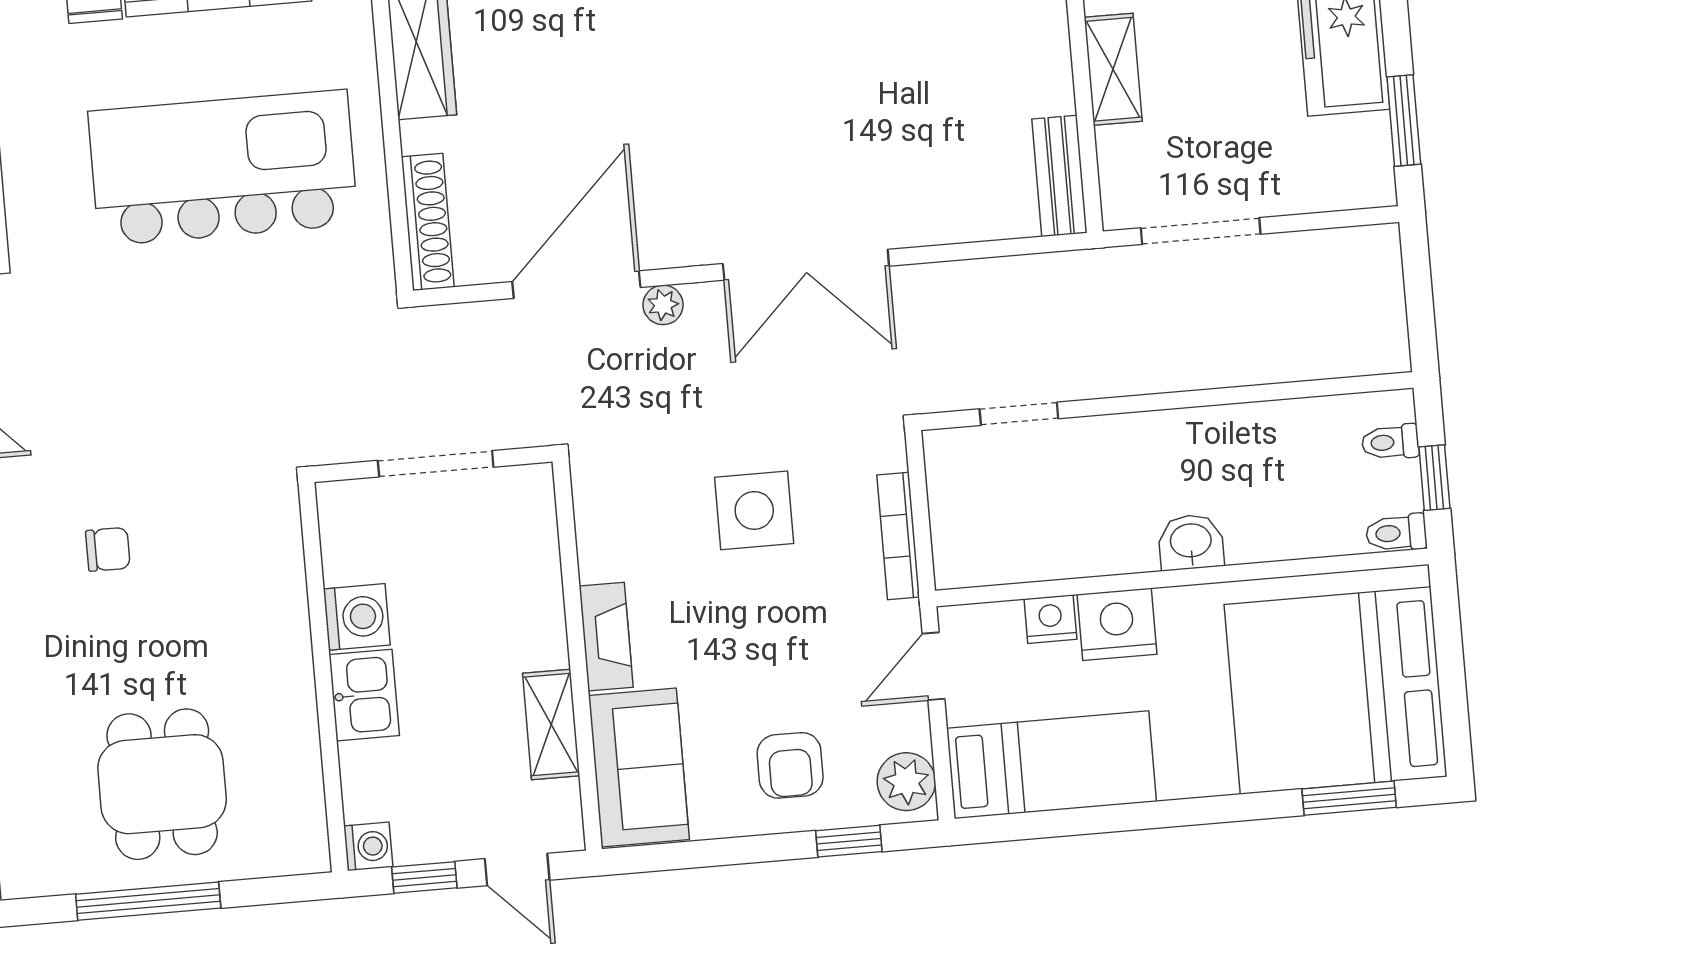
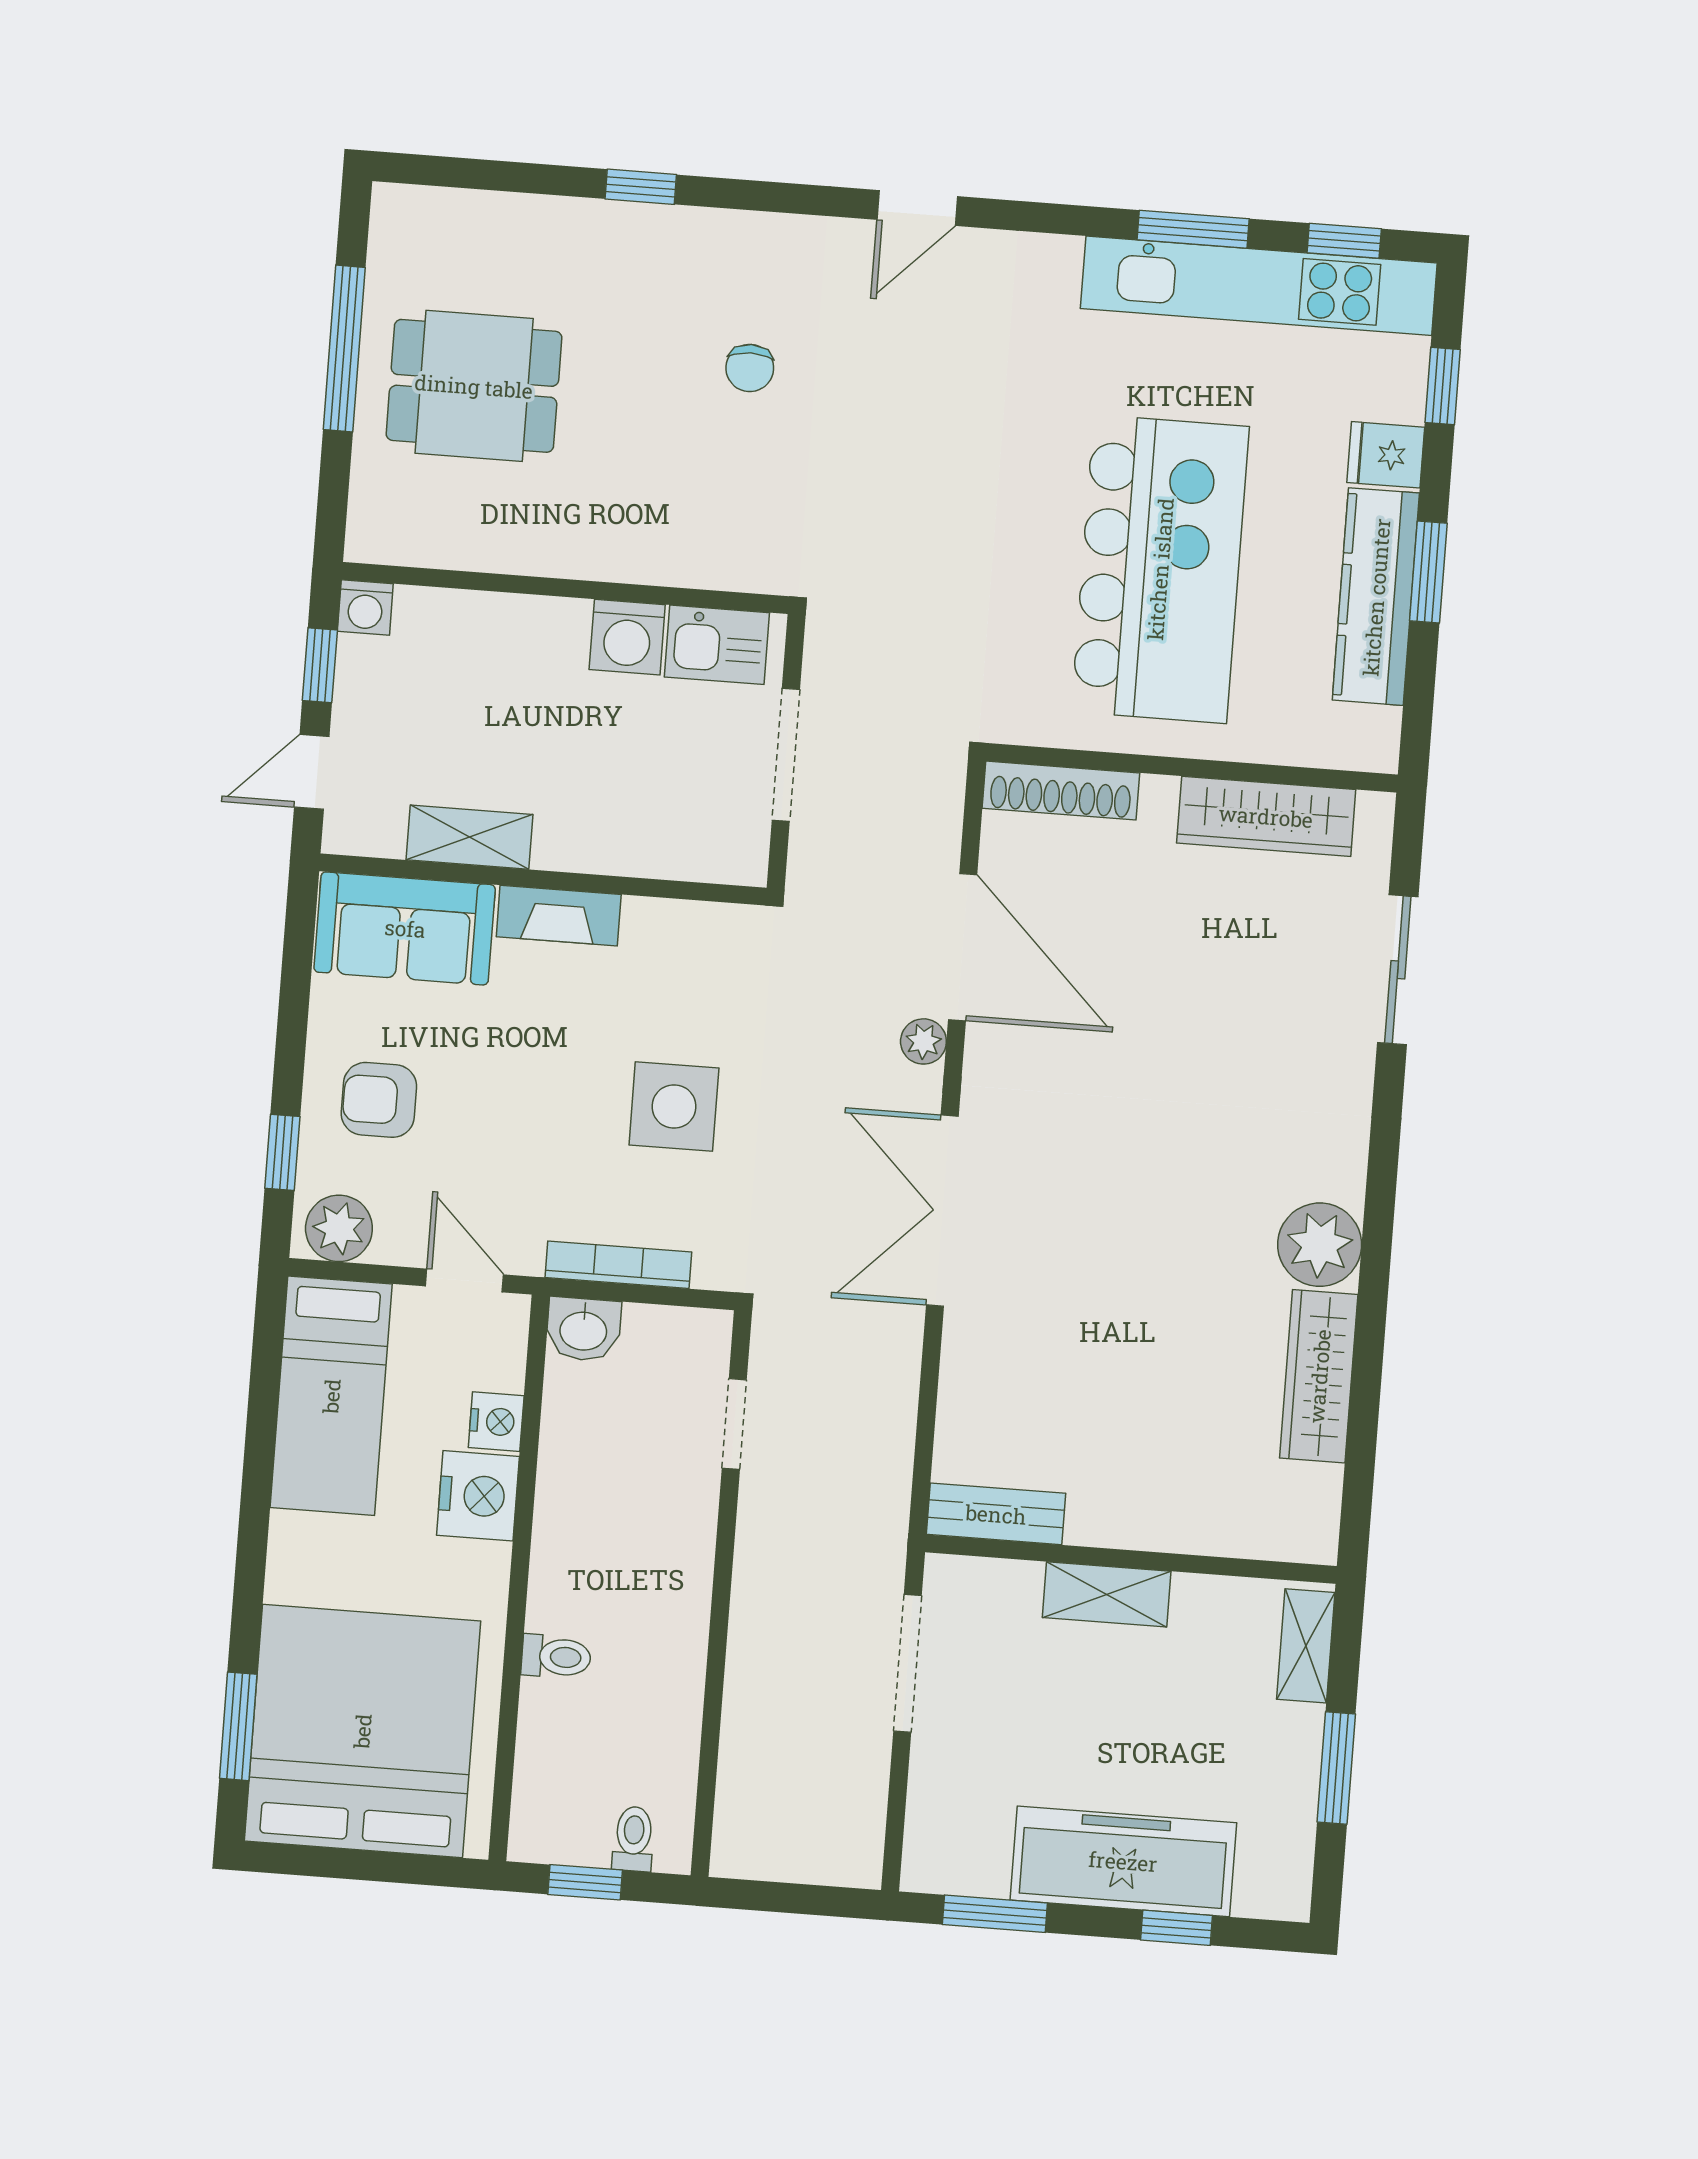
toilet: (1396, 533) -> (556, 1657), moved, turned 90
washbasin: (1191, 542) -> (583, 1329), moved, turned 90
kitchen sink: (364, 695) -> (717, 645), moved

